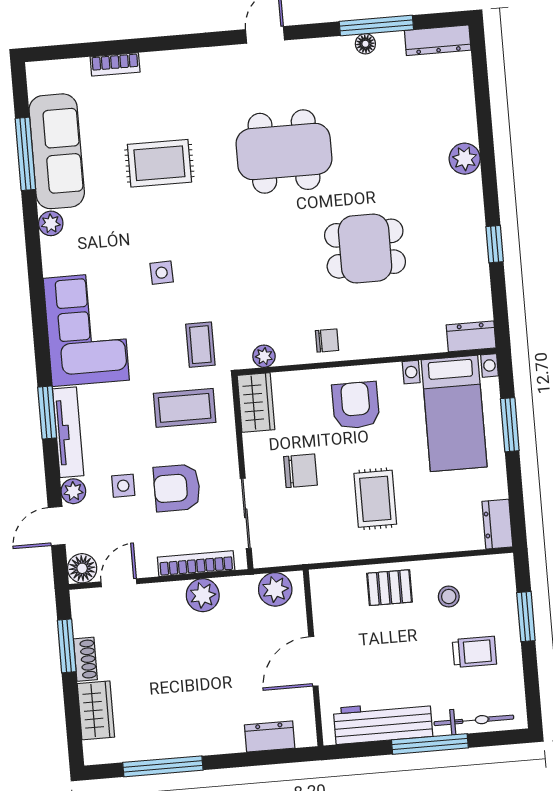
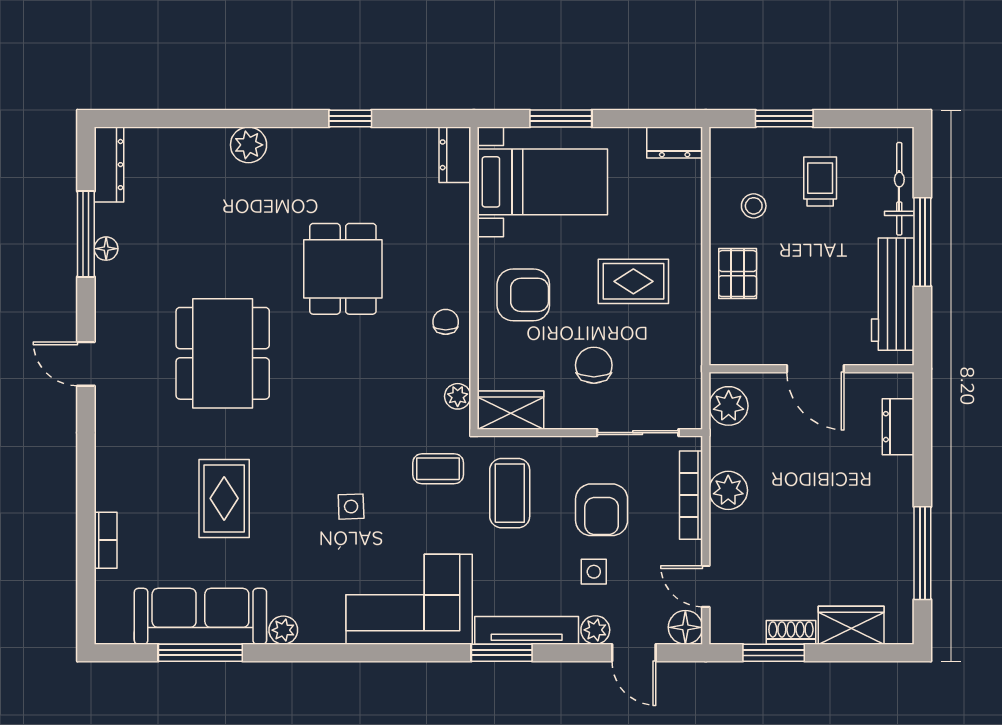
armchair: (356, 405) -> (523, 295), turned 180

